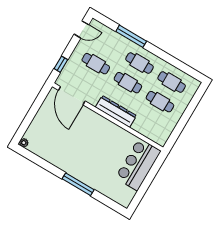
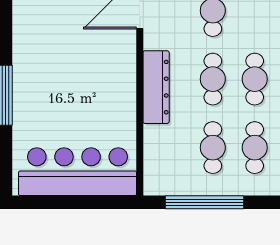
window: (183, 121) -> (204, 202), added
bar counter: (138, 164) -> (78, 172), width x1.36

